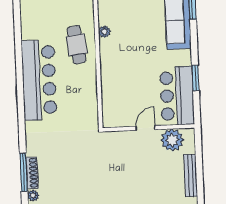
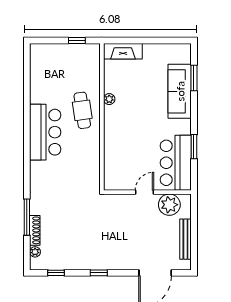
bar counter: (39, 80) -> (45, 132), width x0.73
window: (24, 172) -> (27, 217), moved

